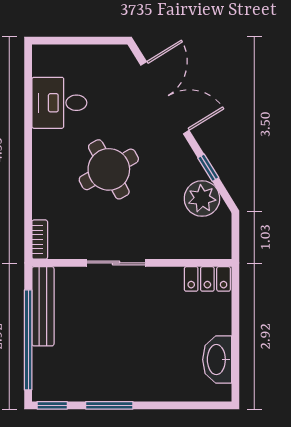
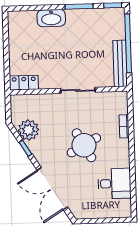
bookcase: (40, 240) -> (124, 126), moved
washbasin: (217, 360) -> (51, 18), moved, turned 90

